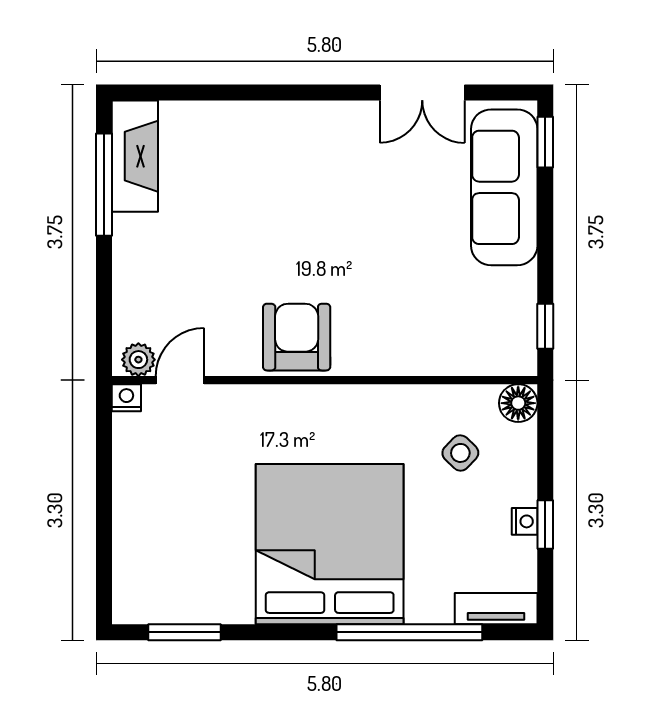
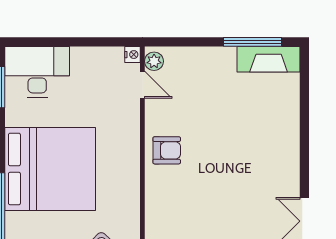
armchair: (297, 337) -> (167, 150), width x0.72, depth x0.72
desk: (157, 567) -> (37, 72), added

